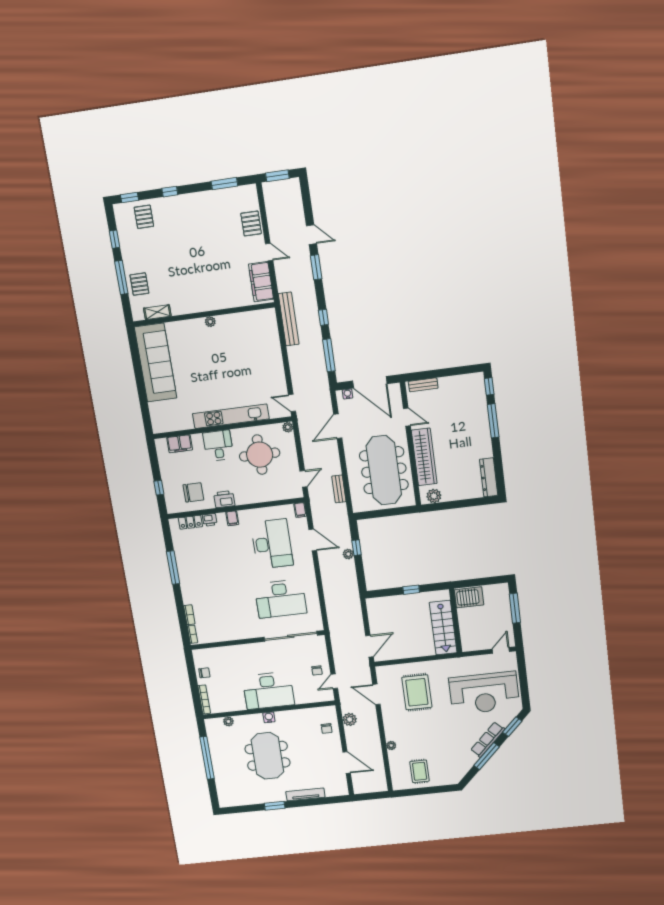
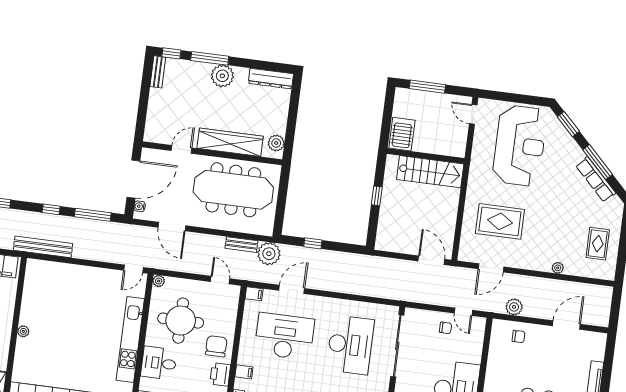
bench: (423, 385) -> (158, 72), moved
plant: (480, 436) -> (222, 76), added
chair: (247, 490) -> (216, 346), added
plant: (348, 554) -> (269, 254), moved, width x1.88, depth x1.88
row of seats: (488, 740) -> (596, 179), moved
rug: (420, 771) -> (598, 244), turned 90

